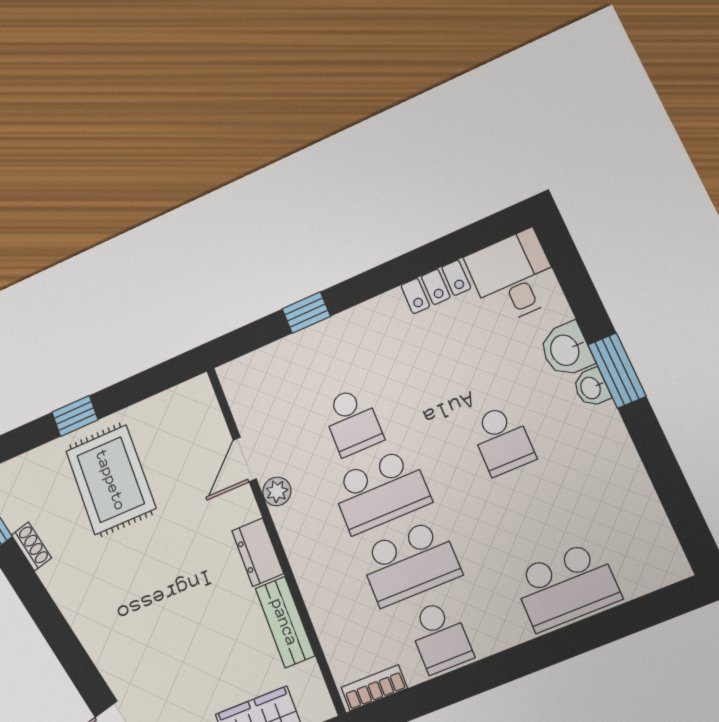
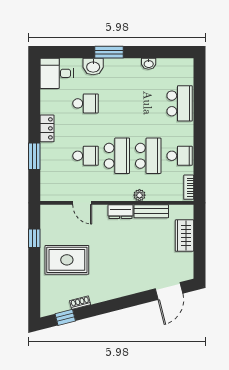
locker: (436, 287) -> (47, 128), moved
window: (306, 313) -> (34, 156), width x1.50
washbasin: (591, 388) -> (149, 64), moved
window: (75, 416) -> (34, 238), moved
school desk: (502, 440) -> (86, 103), moved
plant: (277, 491) -> (139, 195), moved

